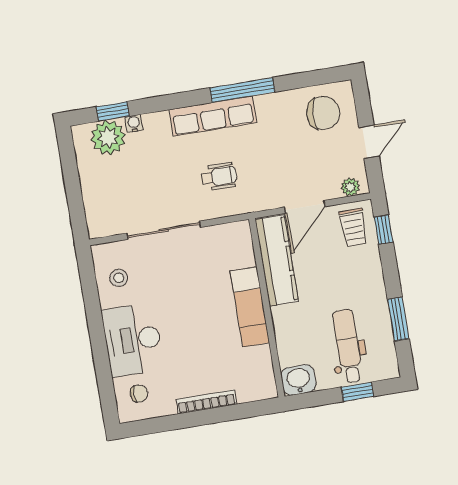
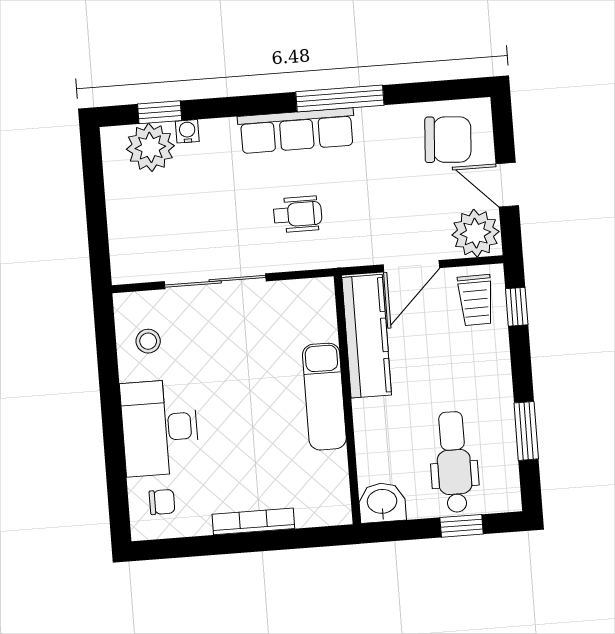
door: (369, 142) -> (507, 185), swing flipped
plant: (350, 187) -> (475, 233), width x1.88, depth x1.88

